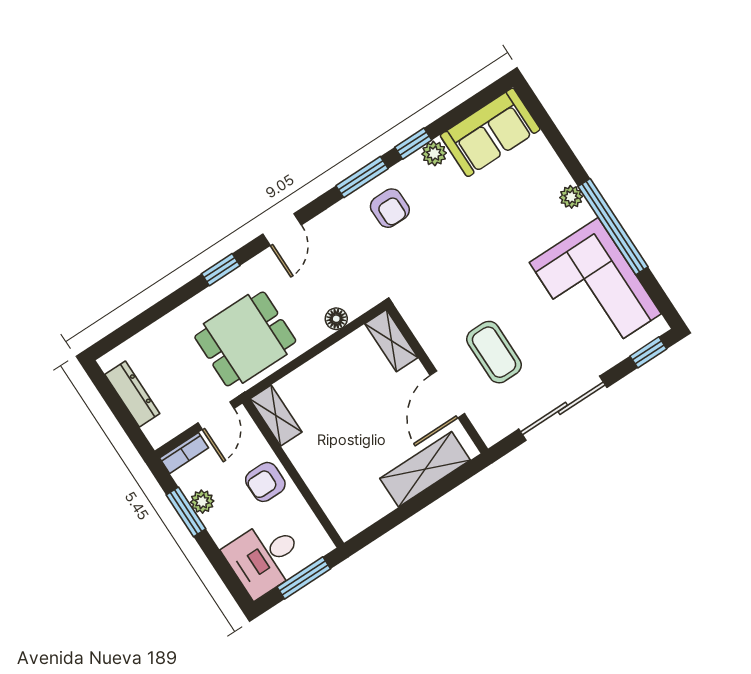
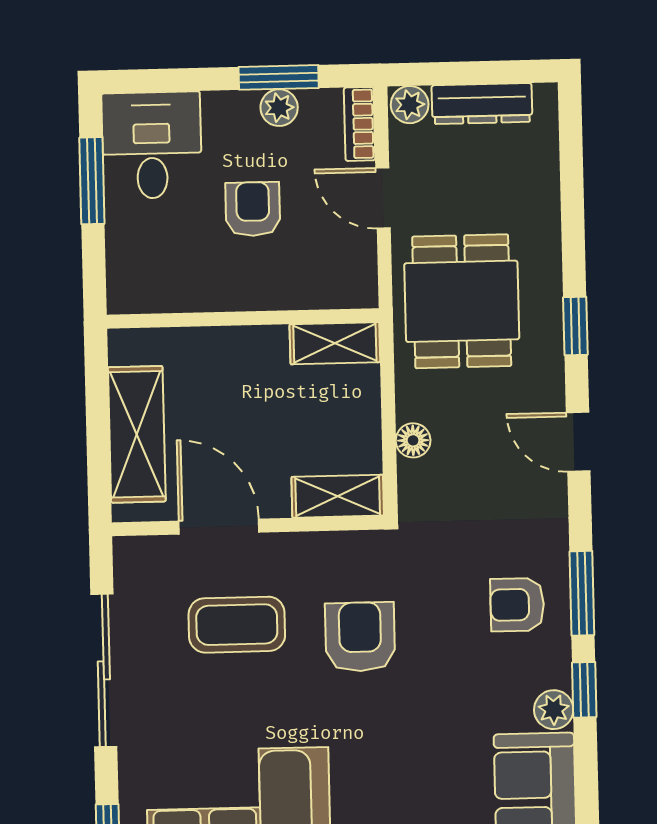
armchair: (459, 282) -> (360, 637), added
shelving: (276, 416) -> (335, 343), moved
plant: (157, 432) -> (410, 105), added
wall: (293, 473) -> (243, 318), moved

